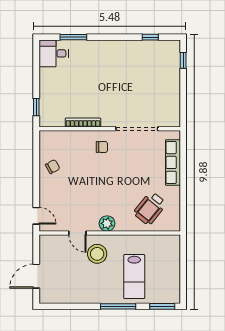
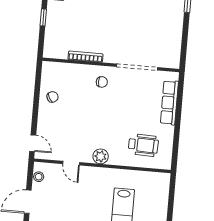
window: (36, 107) -> (43, 17), moved
wheelchair: (150, 208) -> (143, 145), turned -127
stool: (97, 254) -> (39, 177), moved, width x0.53, depth x0.53

